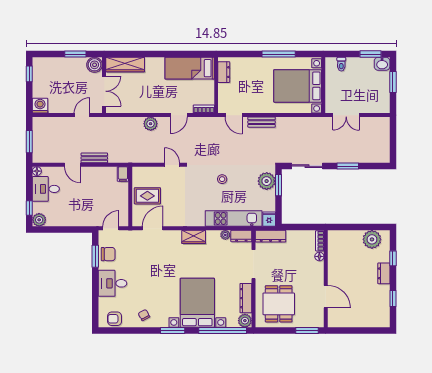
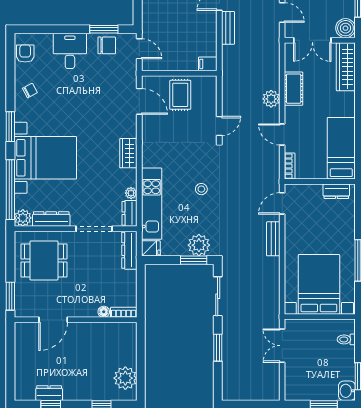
cot: (142, 106) -> (294, 89), added
chair: (108, 254) -> (107, 45), turned -90
dresser: (384, 273) -> (49, 393), moved

